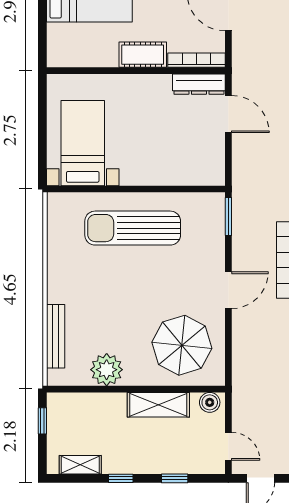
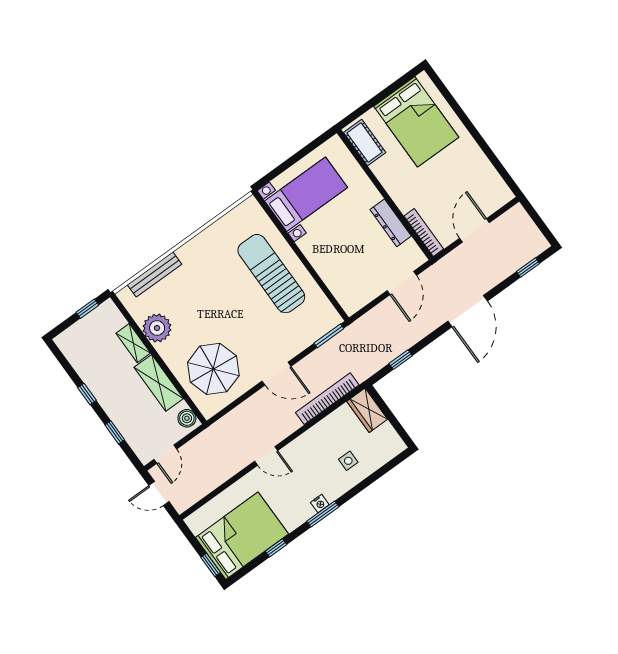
cot: (143, 55) -> (365, 143), moved
dresser: (199, 84) -> (391, 223), moved
shelving: (80, 465) -> (133, 343), moved

